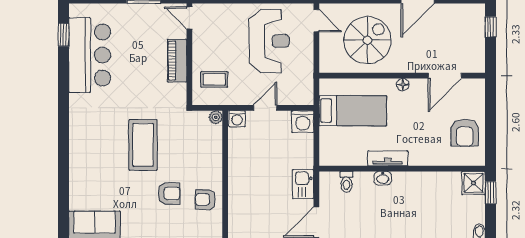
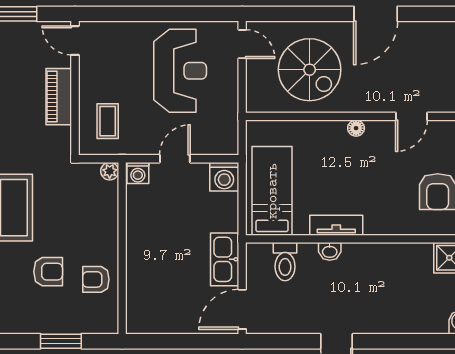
spiral stairs: (367, 40) -> (310, 70), turned 90
door: (445, 76) -> (411, 116), width x0.73
coffee table: (214, 79) -> (108, 121), turned 90
bed: (353, 111) -> (272, 191), moved, turned -90
toilet: (346, 182) -> (285, 262), width x1.37, depth x1.39
kitchen sink: (303, 184) -> (225, 259), width x1.38

